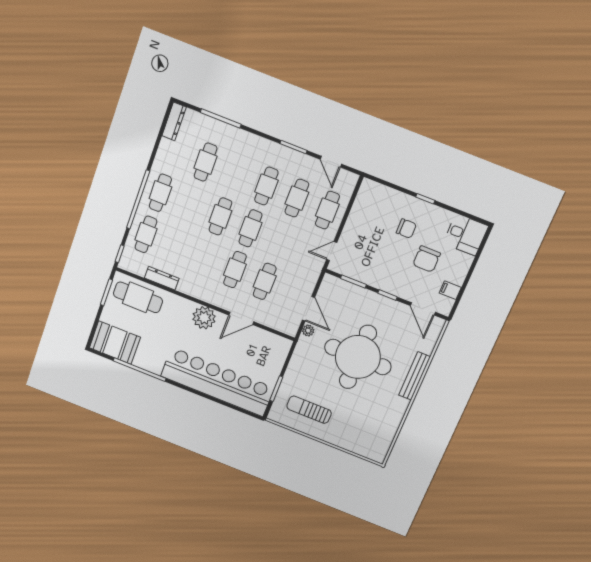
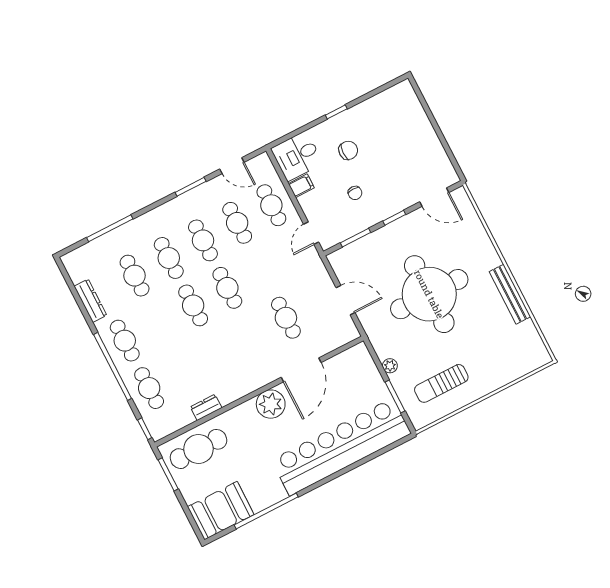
dresser: (174, 121) -> (90, 301), moved
desk: (466, 235) -> (297, 156), moved, turned 180
chair: (427, 259) -> (355, 193), moved, width x0.54, depth x0.54
cafe table: (235, 270) -> (169, 258), moved
dresser: (162, 278) -> (206, 407), width x0.70
filing cabinet: (450, 290) -> (301, 186), moved, turned 180
door: (241, 318) -> (301, 370), width x1.36
plant: (308, 331) -> (390, 366), moved
bench: (415, 376) -> (510, 294), moved

